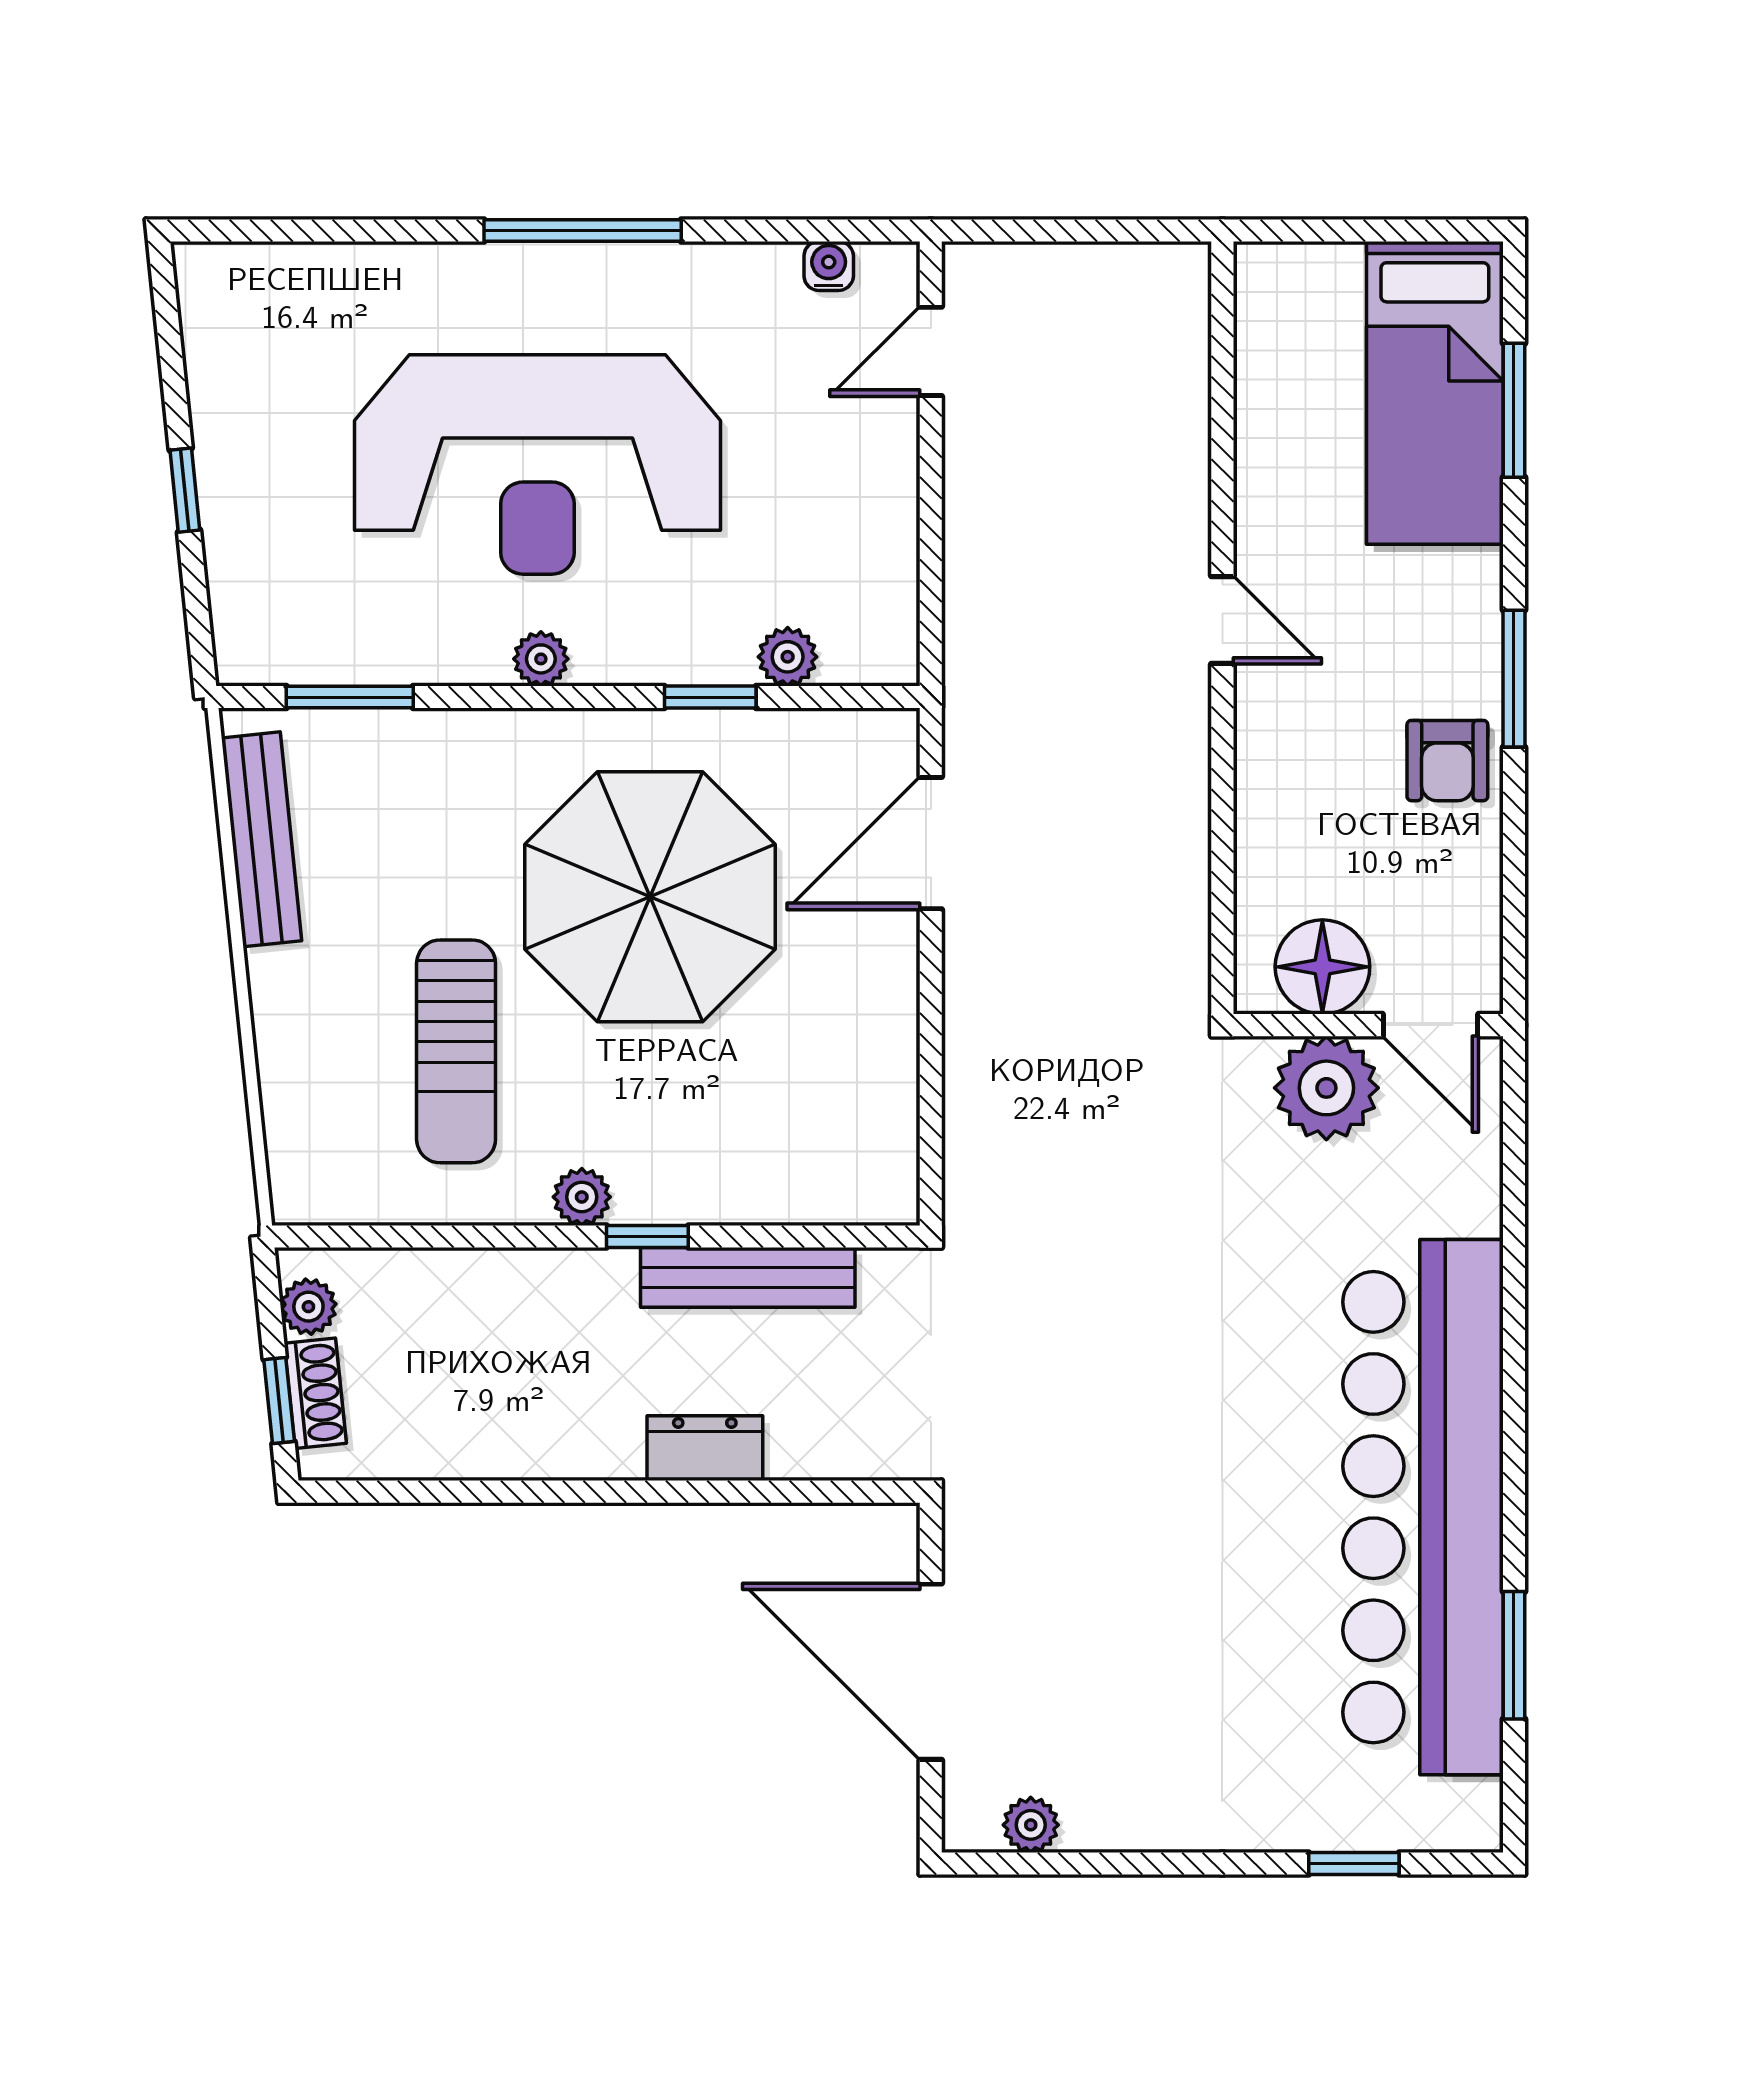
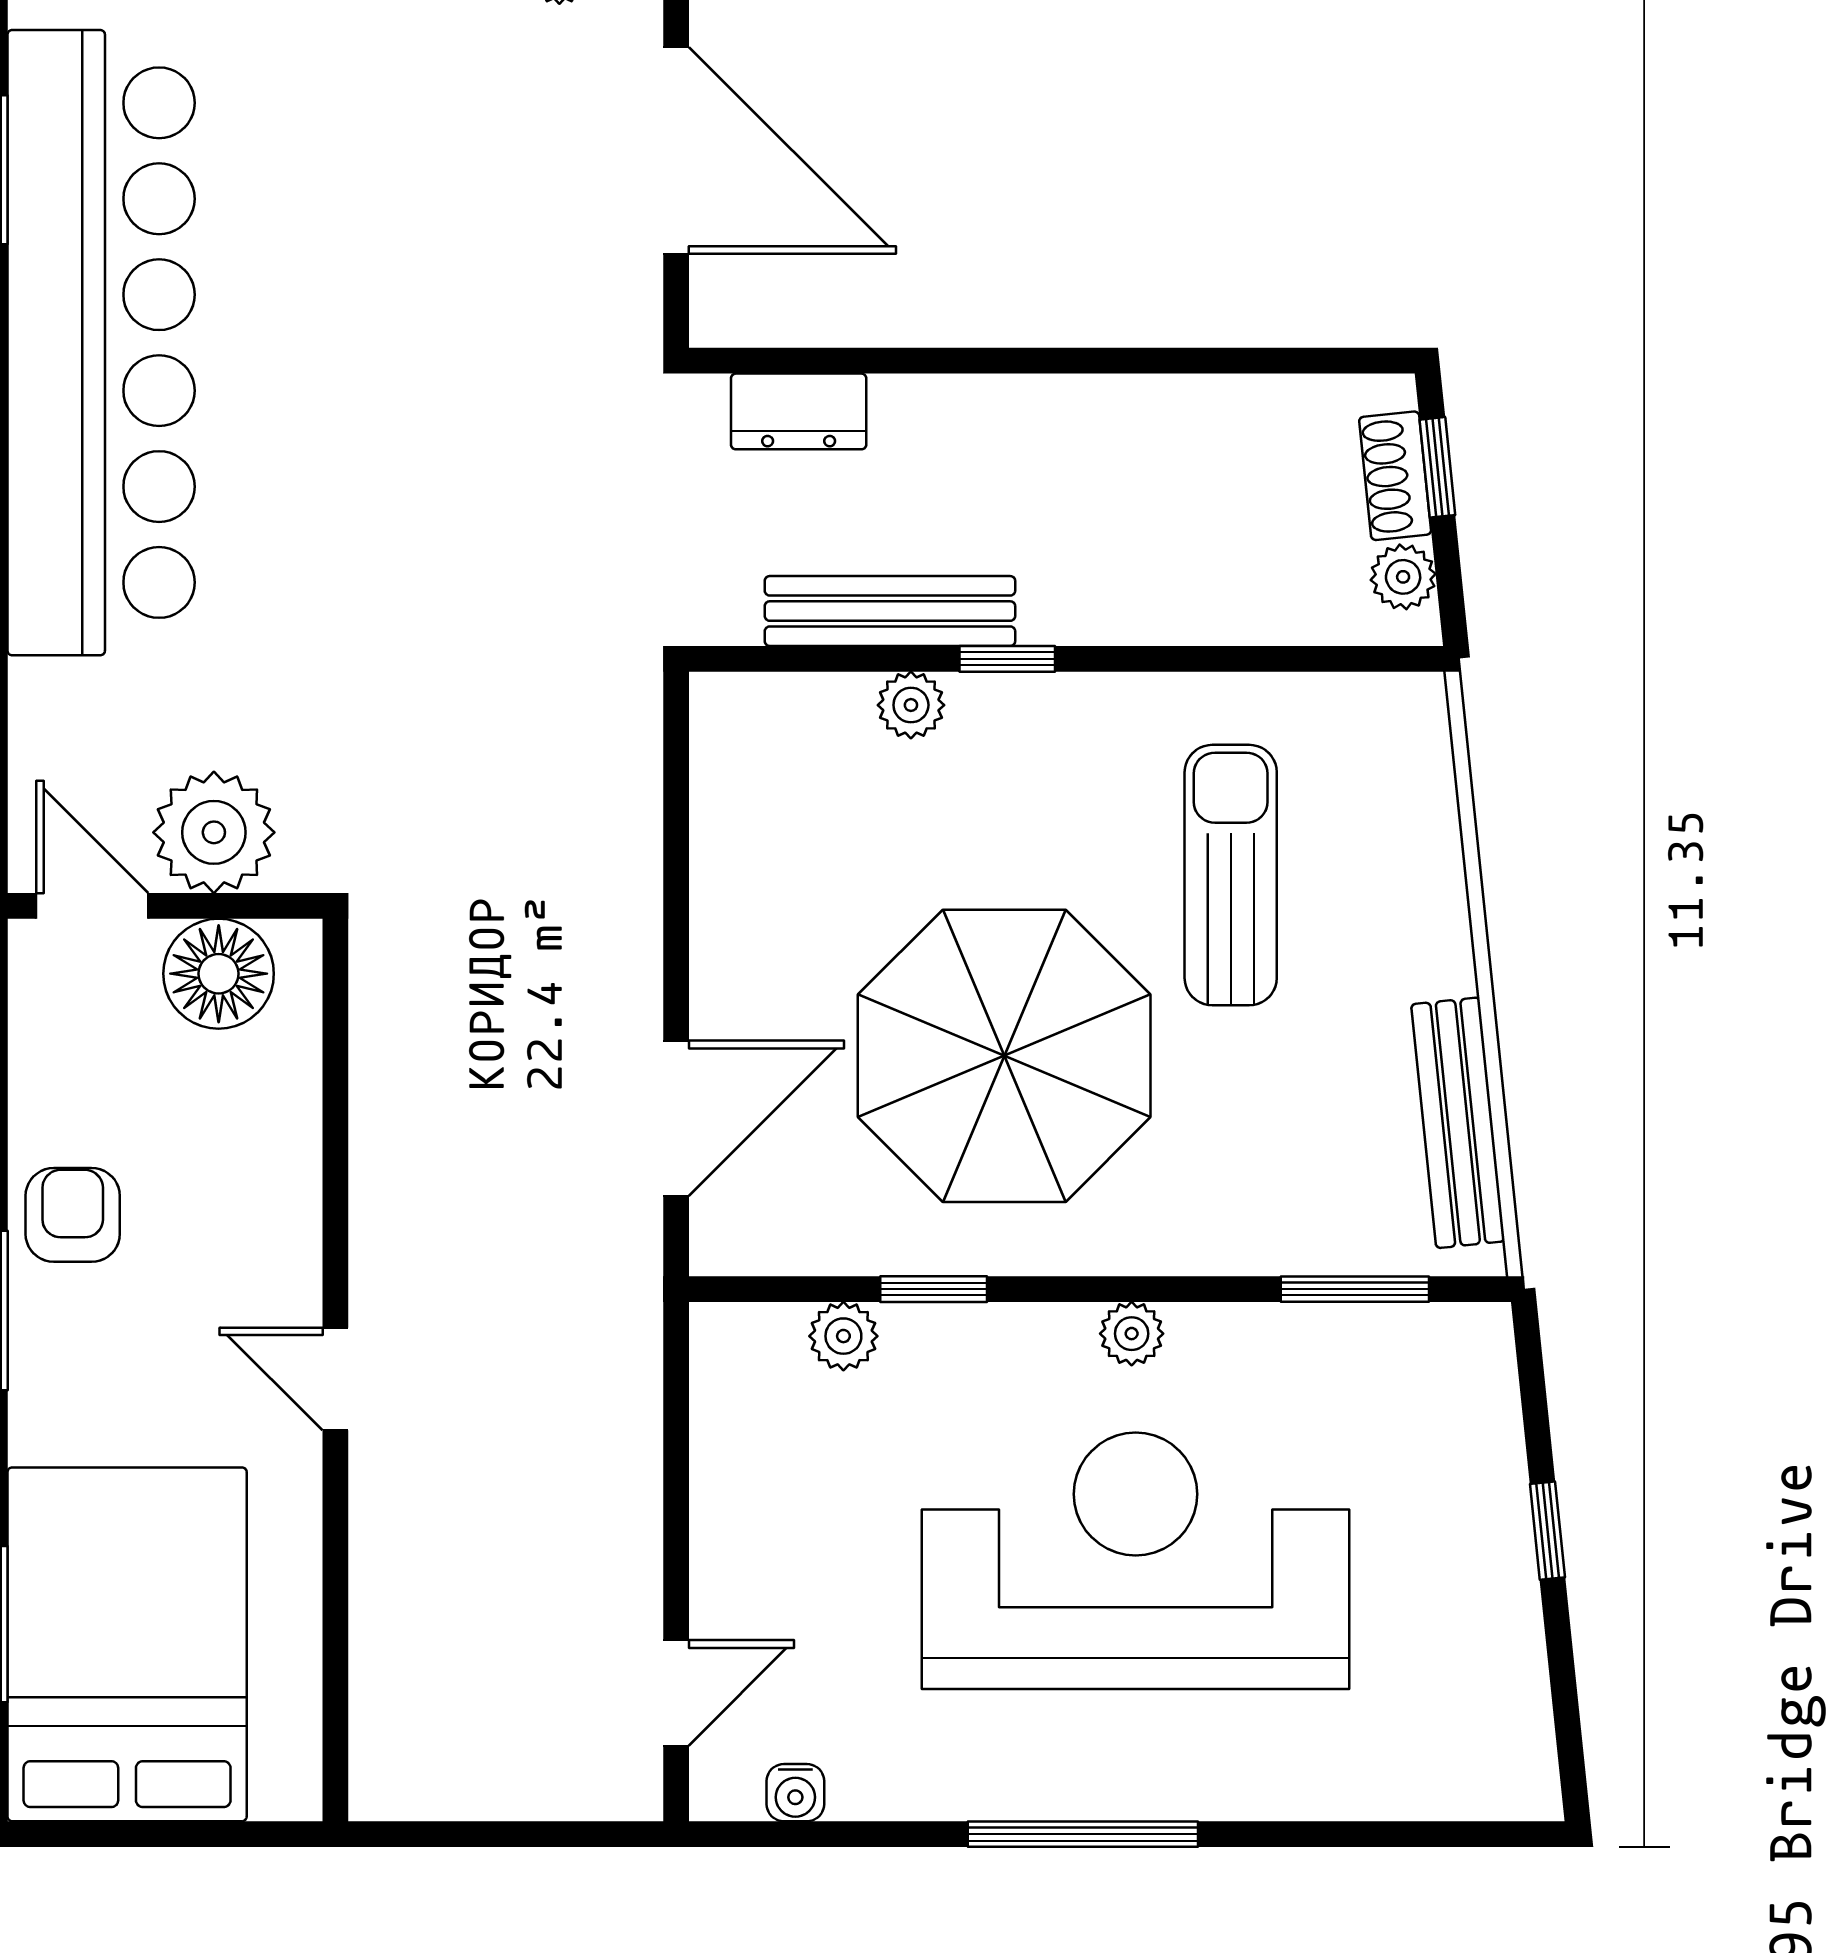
bed: (1435, 393) -> (127, 1644), width x1.50
plant: (582, 1197) -> (911, 705), moved
dresser: (705, 1448) -> (799, 411), moved

